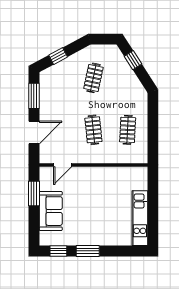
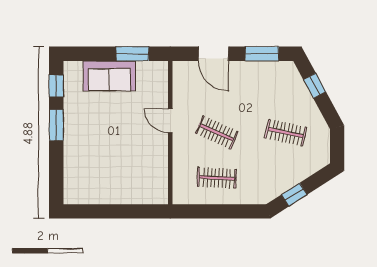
window: (133, 60) -> (294, 195), moved
clothes rail: (93, 130) -> (217, 133), turned 30
door: (63, 165) -> (170, 121), moved
kitchen unit: (140, 218) -> (100, 194), removed

